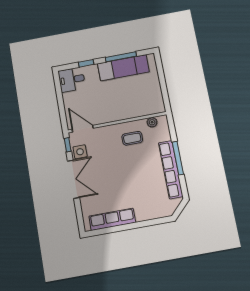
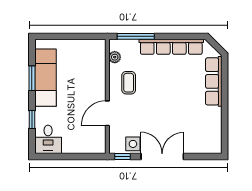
window: (121, 57) -> (32, 78), width x0.69
door: (83, 129) -> (107, 113), moved
window: (178, 158) -> (136, 36), moved
row of seats: (112, 219) -> (214, 81), moved

